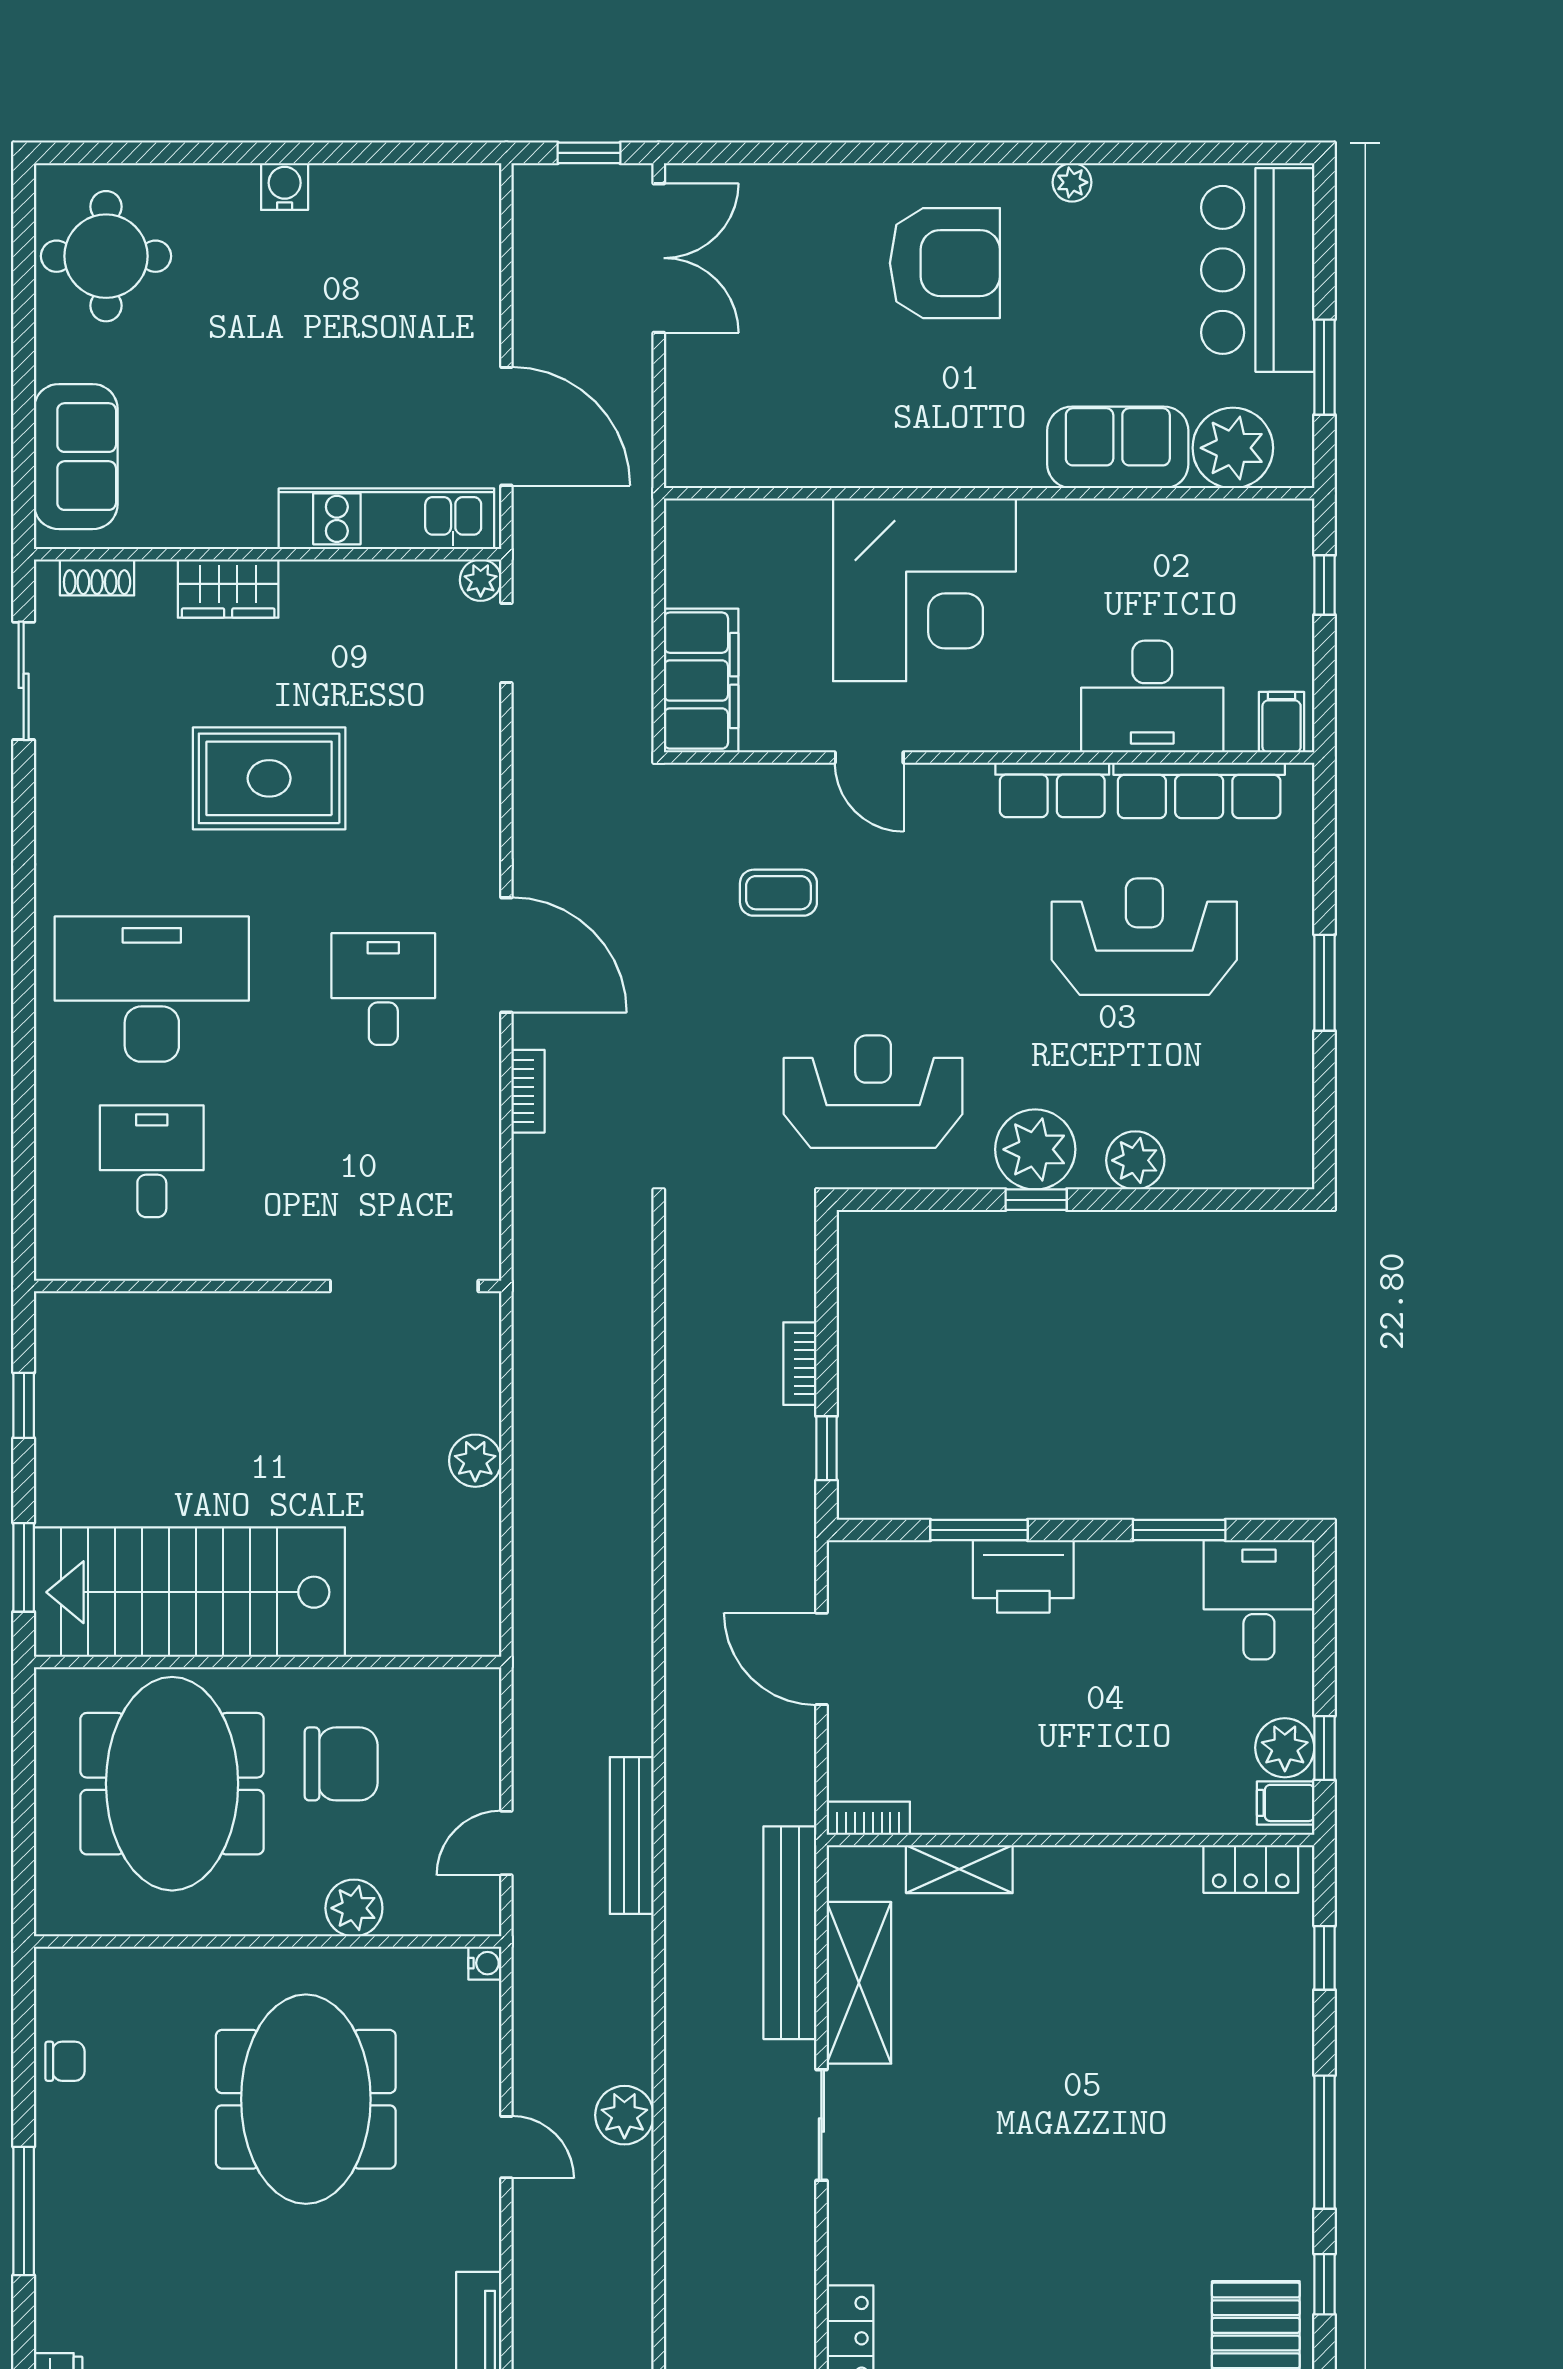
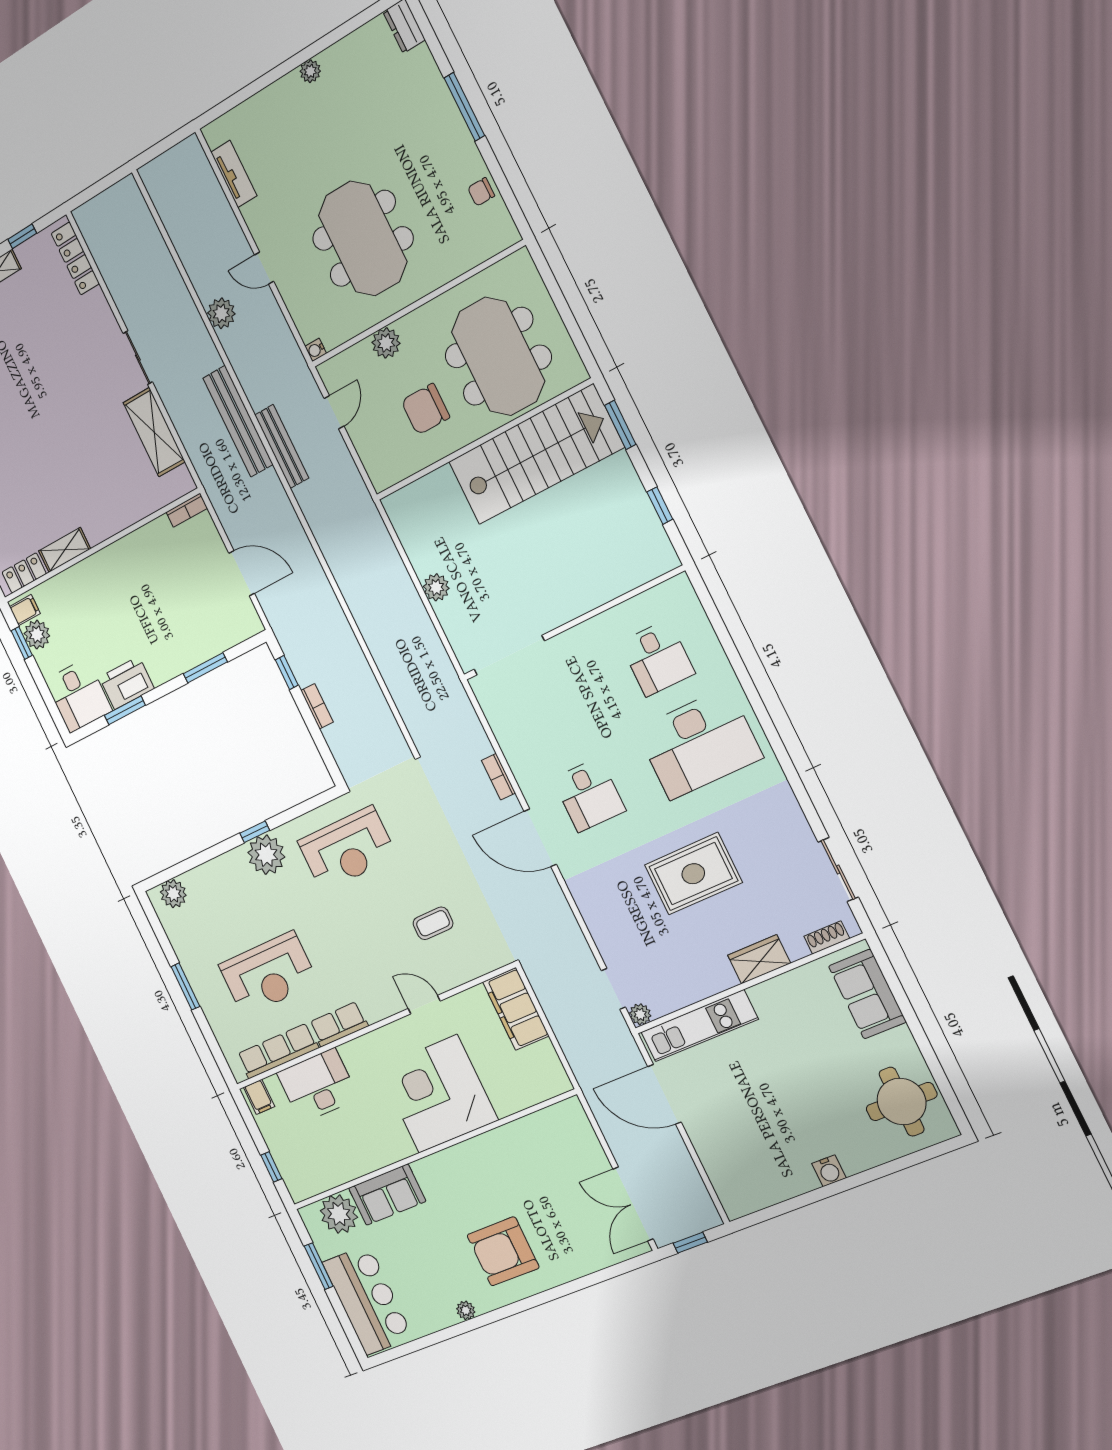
plant: (1135, 1160) -> (173, 894), moved
printer: (1023, 1576) -> (127, 683), moved
shelving: (959, 1869) -> (65, 550), moved
bench: (790, 1933) -> (238, 421), moved

